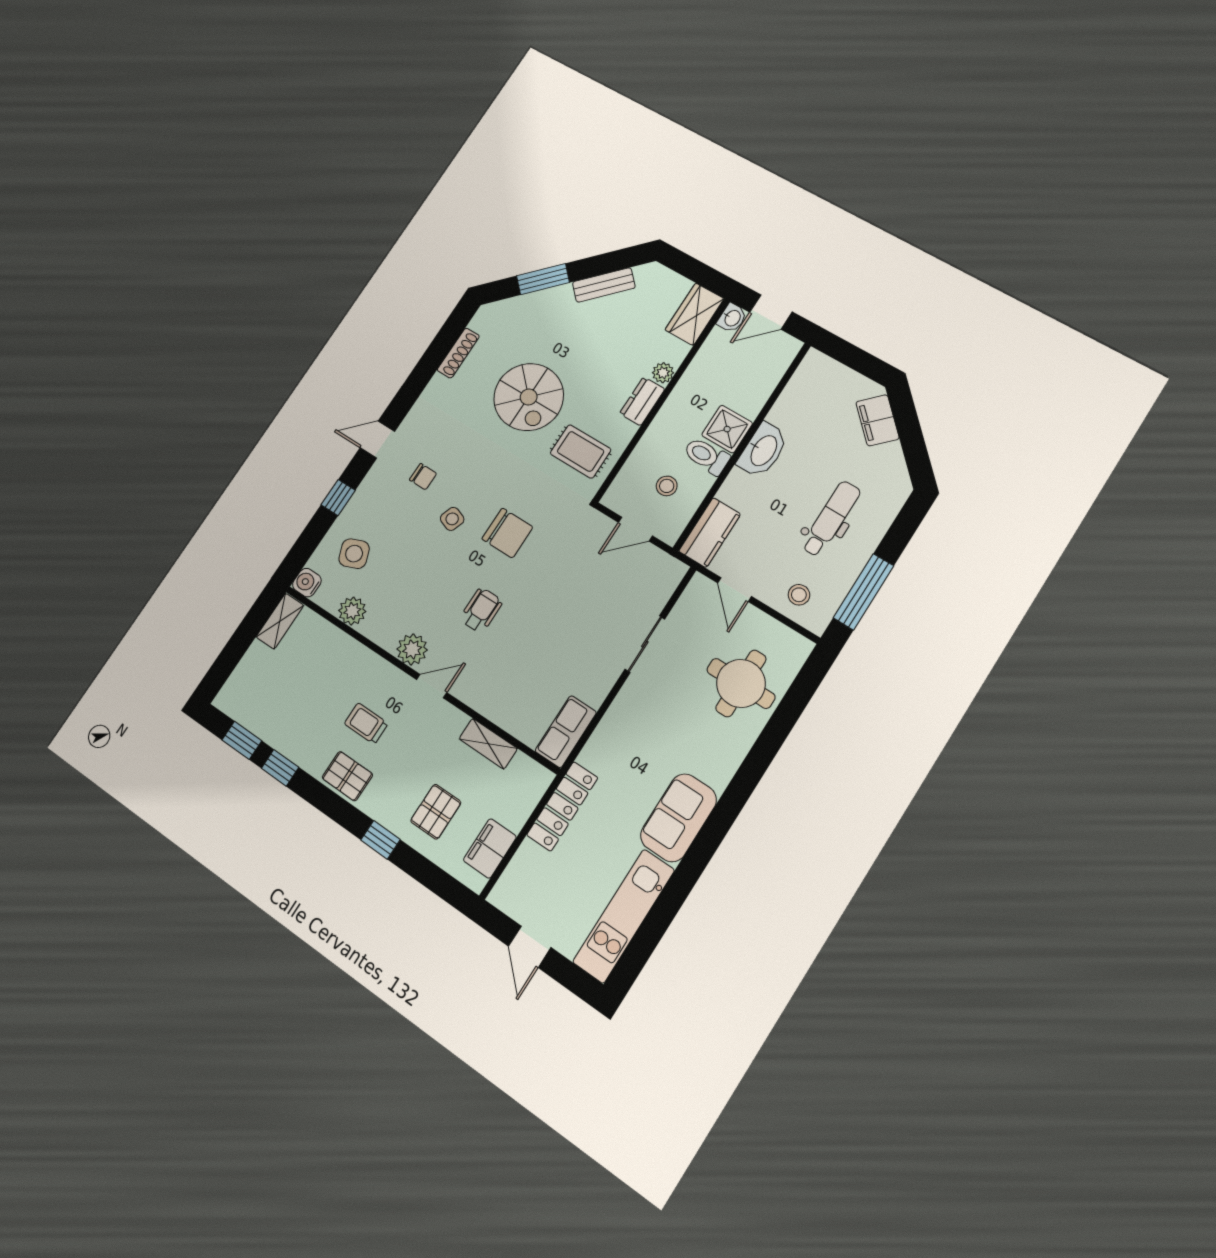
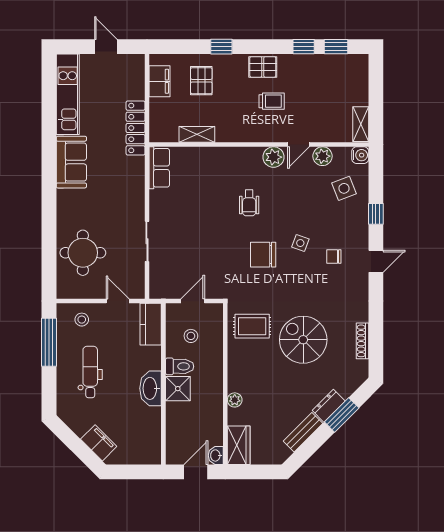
dresser: (642, 401) -> (329, 406), moved, turned -135
dental chair: (831, 519) -> (90, 372), turned 180
door: (432, 686) -> (299, 144), moved

